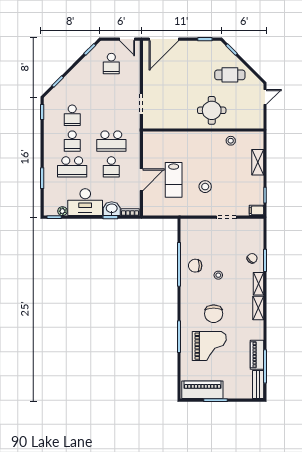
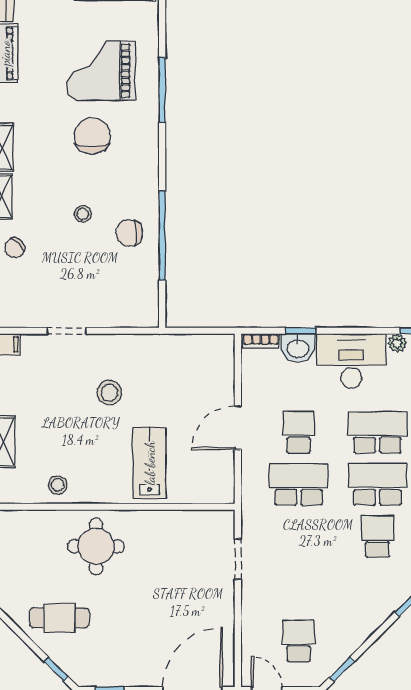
school desk: (72, 141) -> (377, 484), width x1.85
door: (141, 180) -> (238, 428), moved
lab bench: (174, 180) -> (150, 463), moved
chair: (195, 266) -> (129, 233), turned 180

